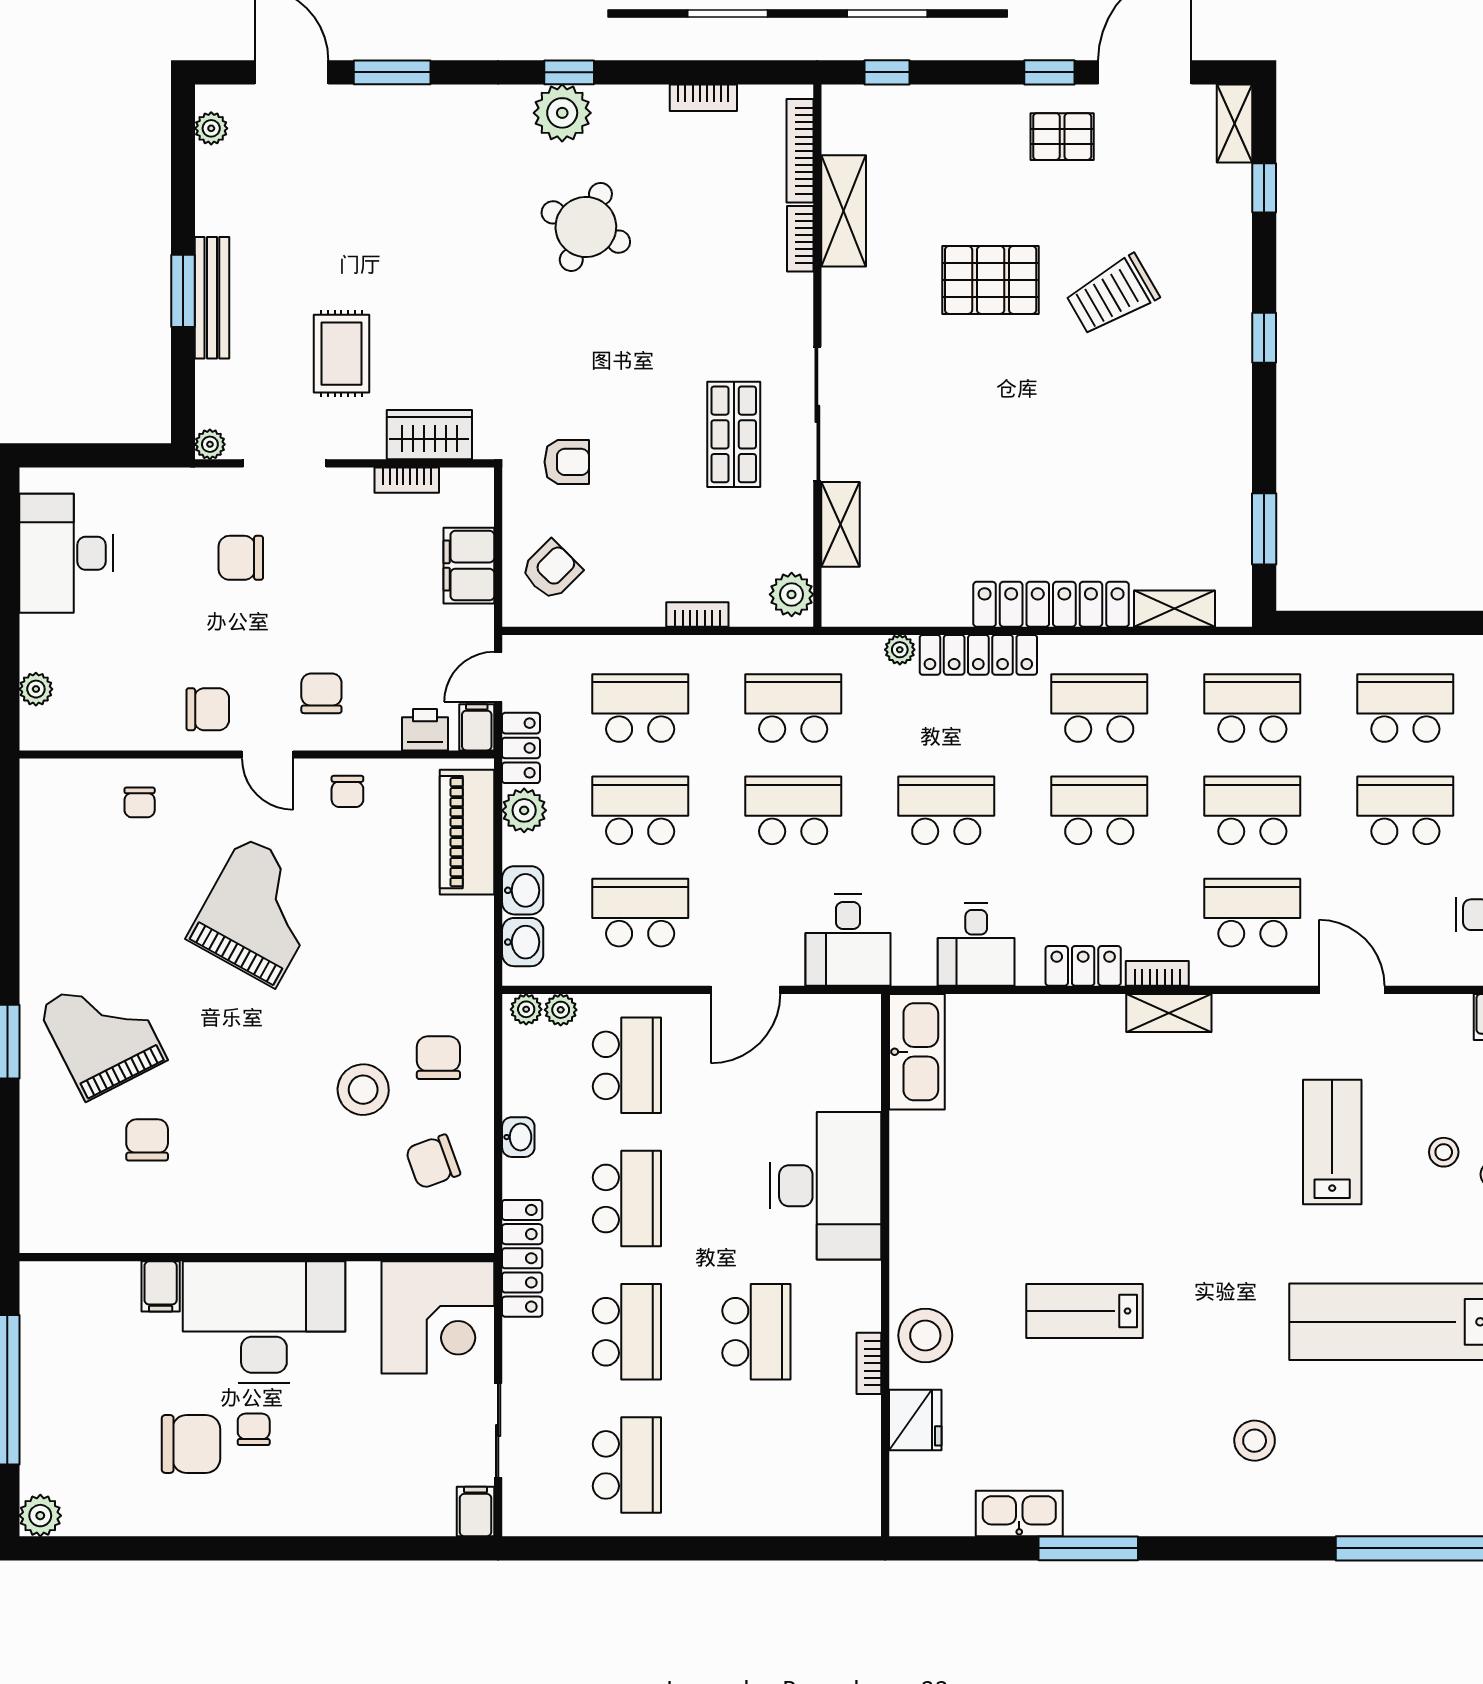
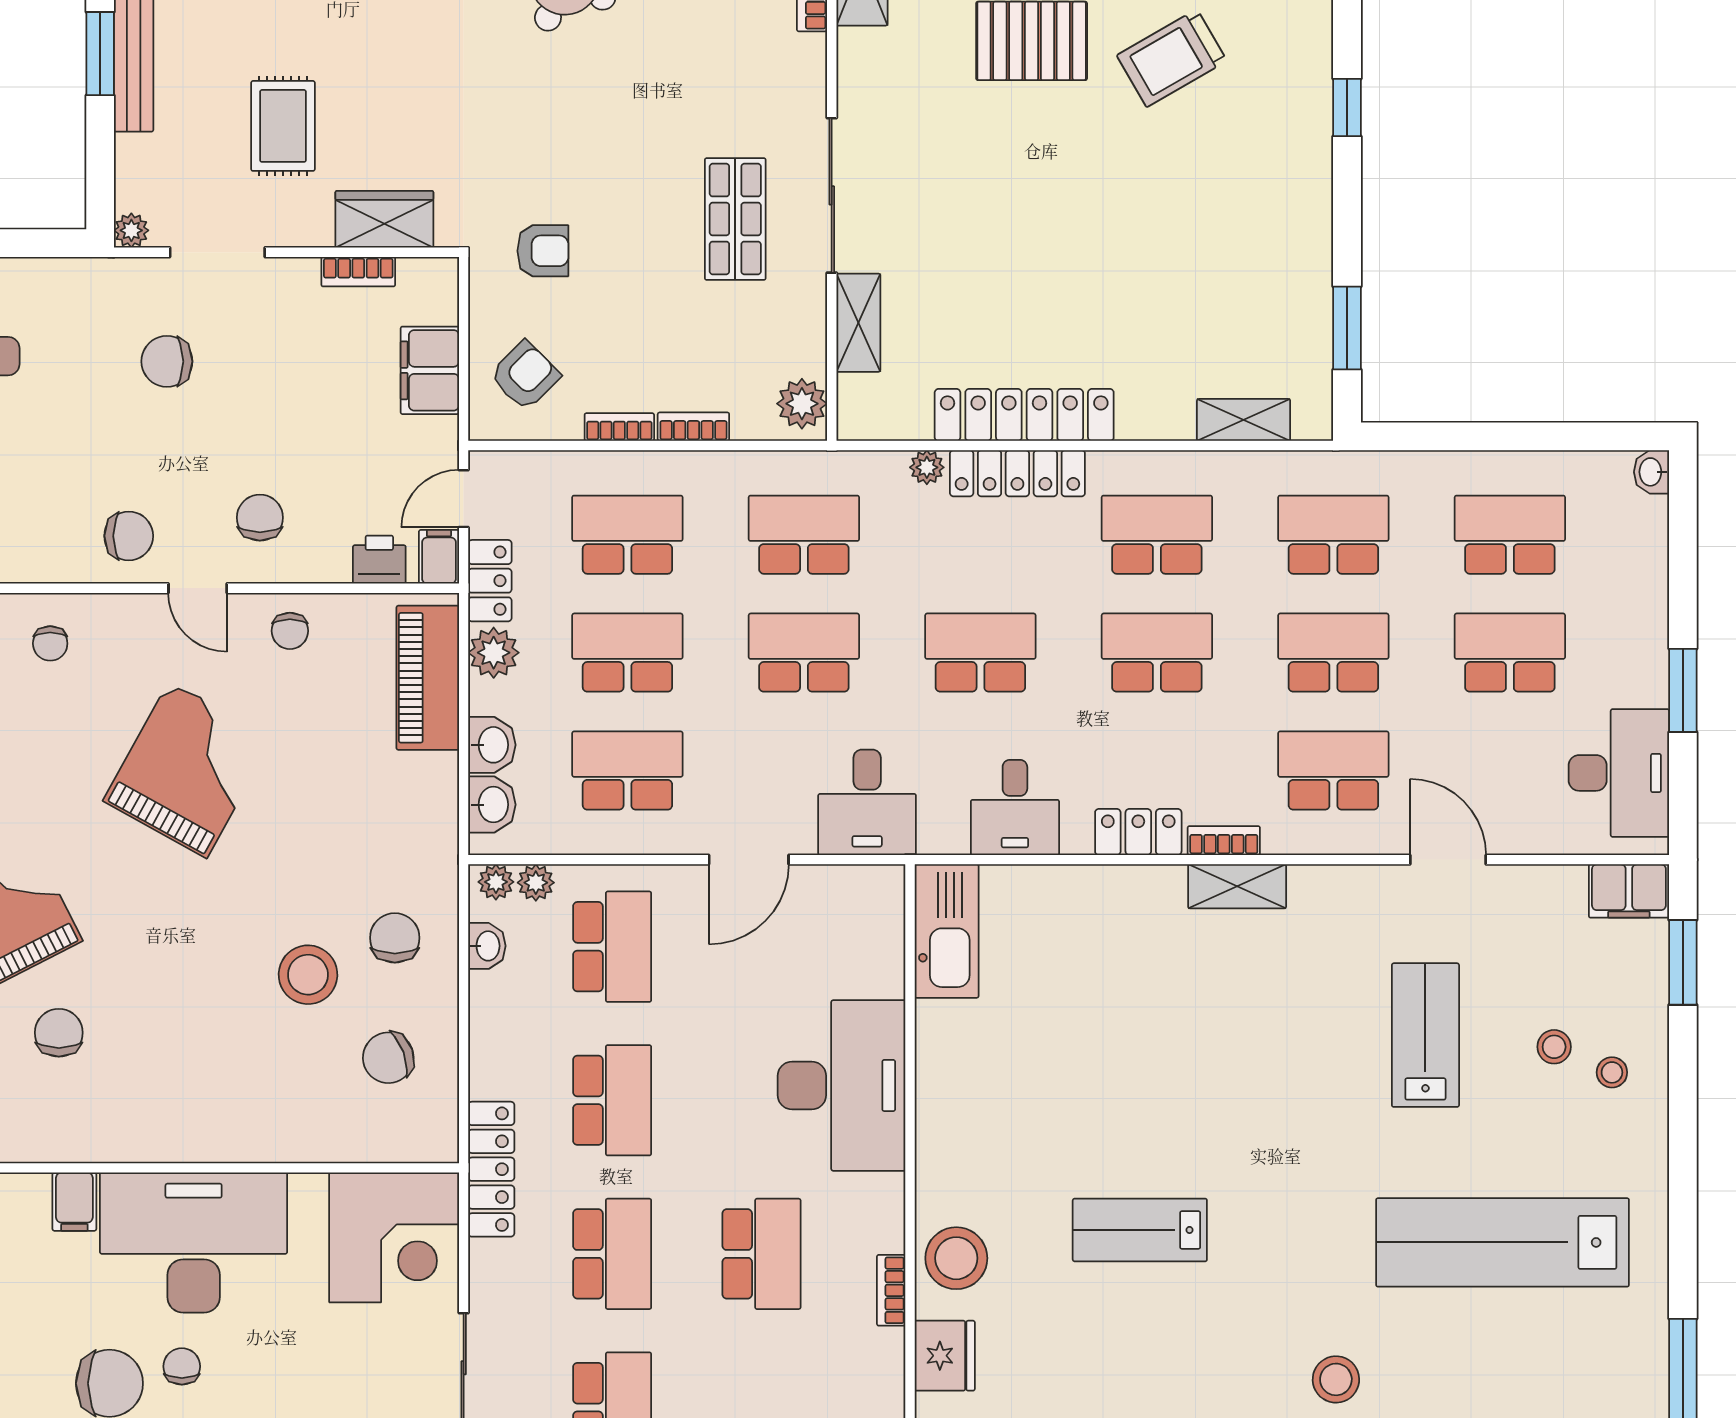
locker: (1051, 604) -> (1024, 415), moved
bookcase: (633, 615) -> (619, 427), added
washbasin: (518, 1137) -> (487, 946), moved

